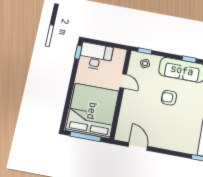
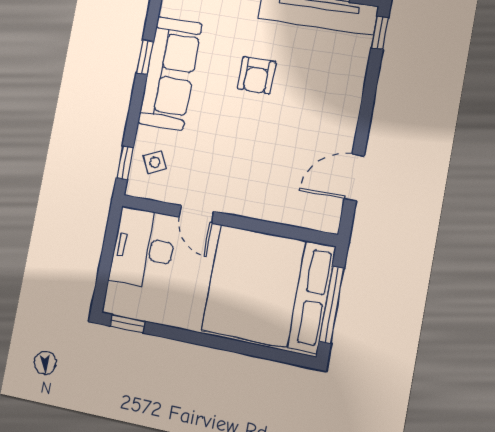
desk: (96, 56) -> (143, 248), moved
door: (123, 81) -> (197, 214), swing flipped
armchair: (169, 98) -> (257, 75), moved

